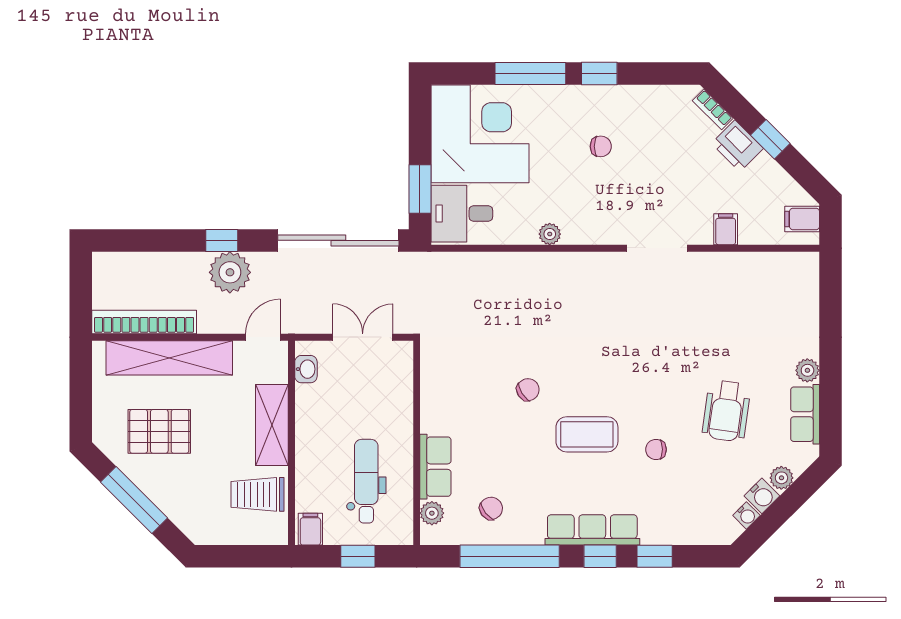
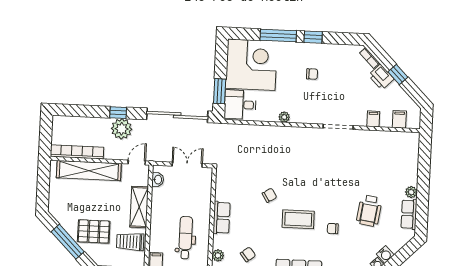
filing cabinet: (802, 219) -> (399, 119), moved, turned 90
pallet: (159, 431) -> (94, 231), moved
row of seats: (435, 467) -> (222, 218), moved
plant: (781, 478) -> (396, 246), removed

